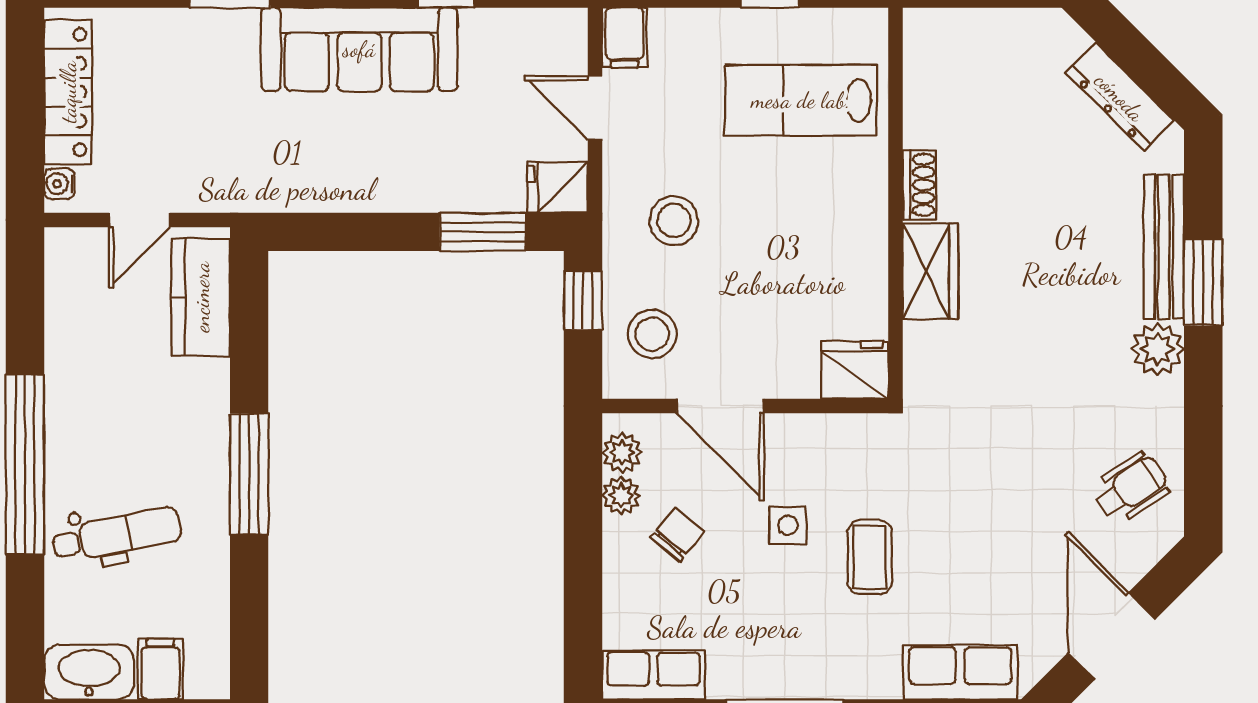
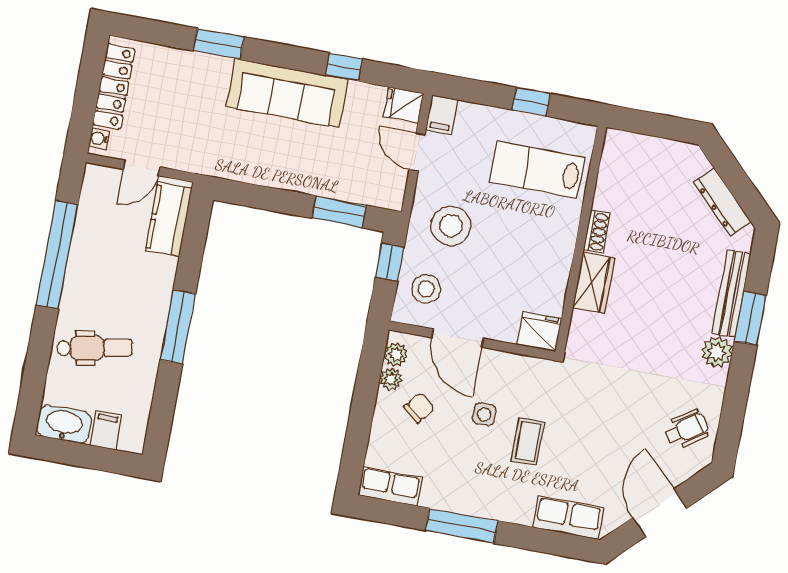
fridge: (557, 187) -> (404, 105), moved
stool: (674, 221) -> (451, 226), width x1.38, depth x1.38
window: (25, 464) -> (57, 255), moved

